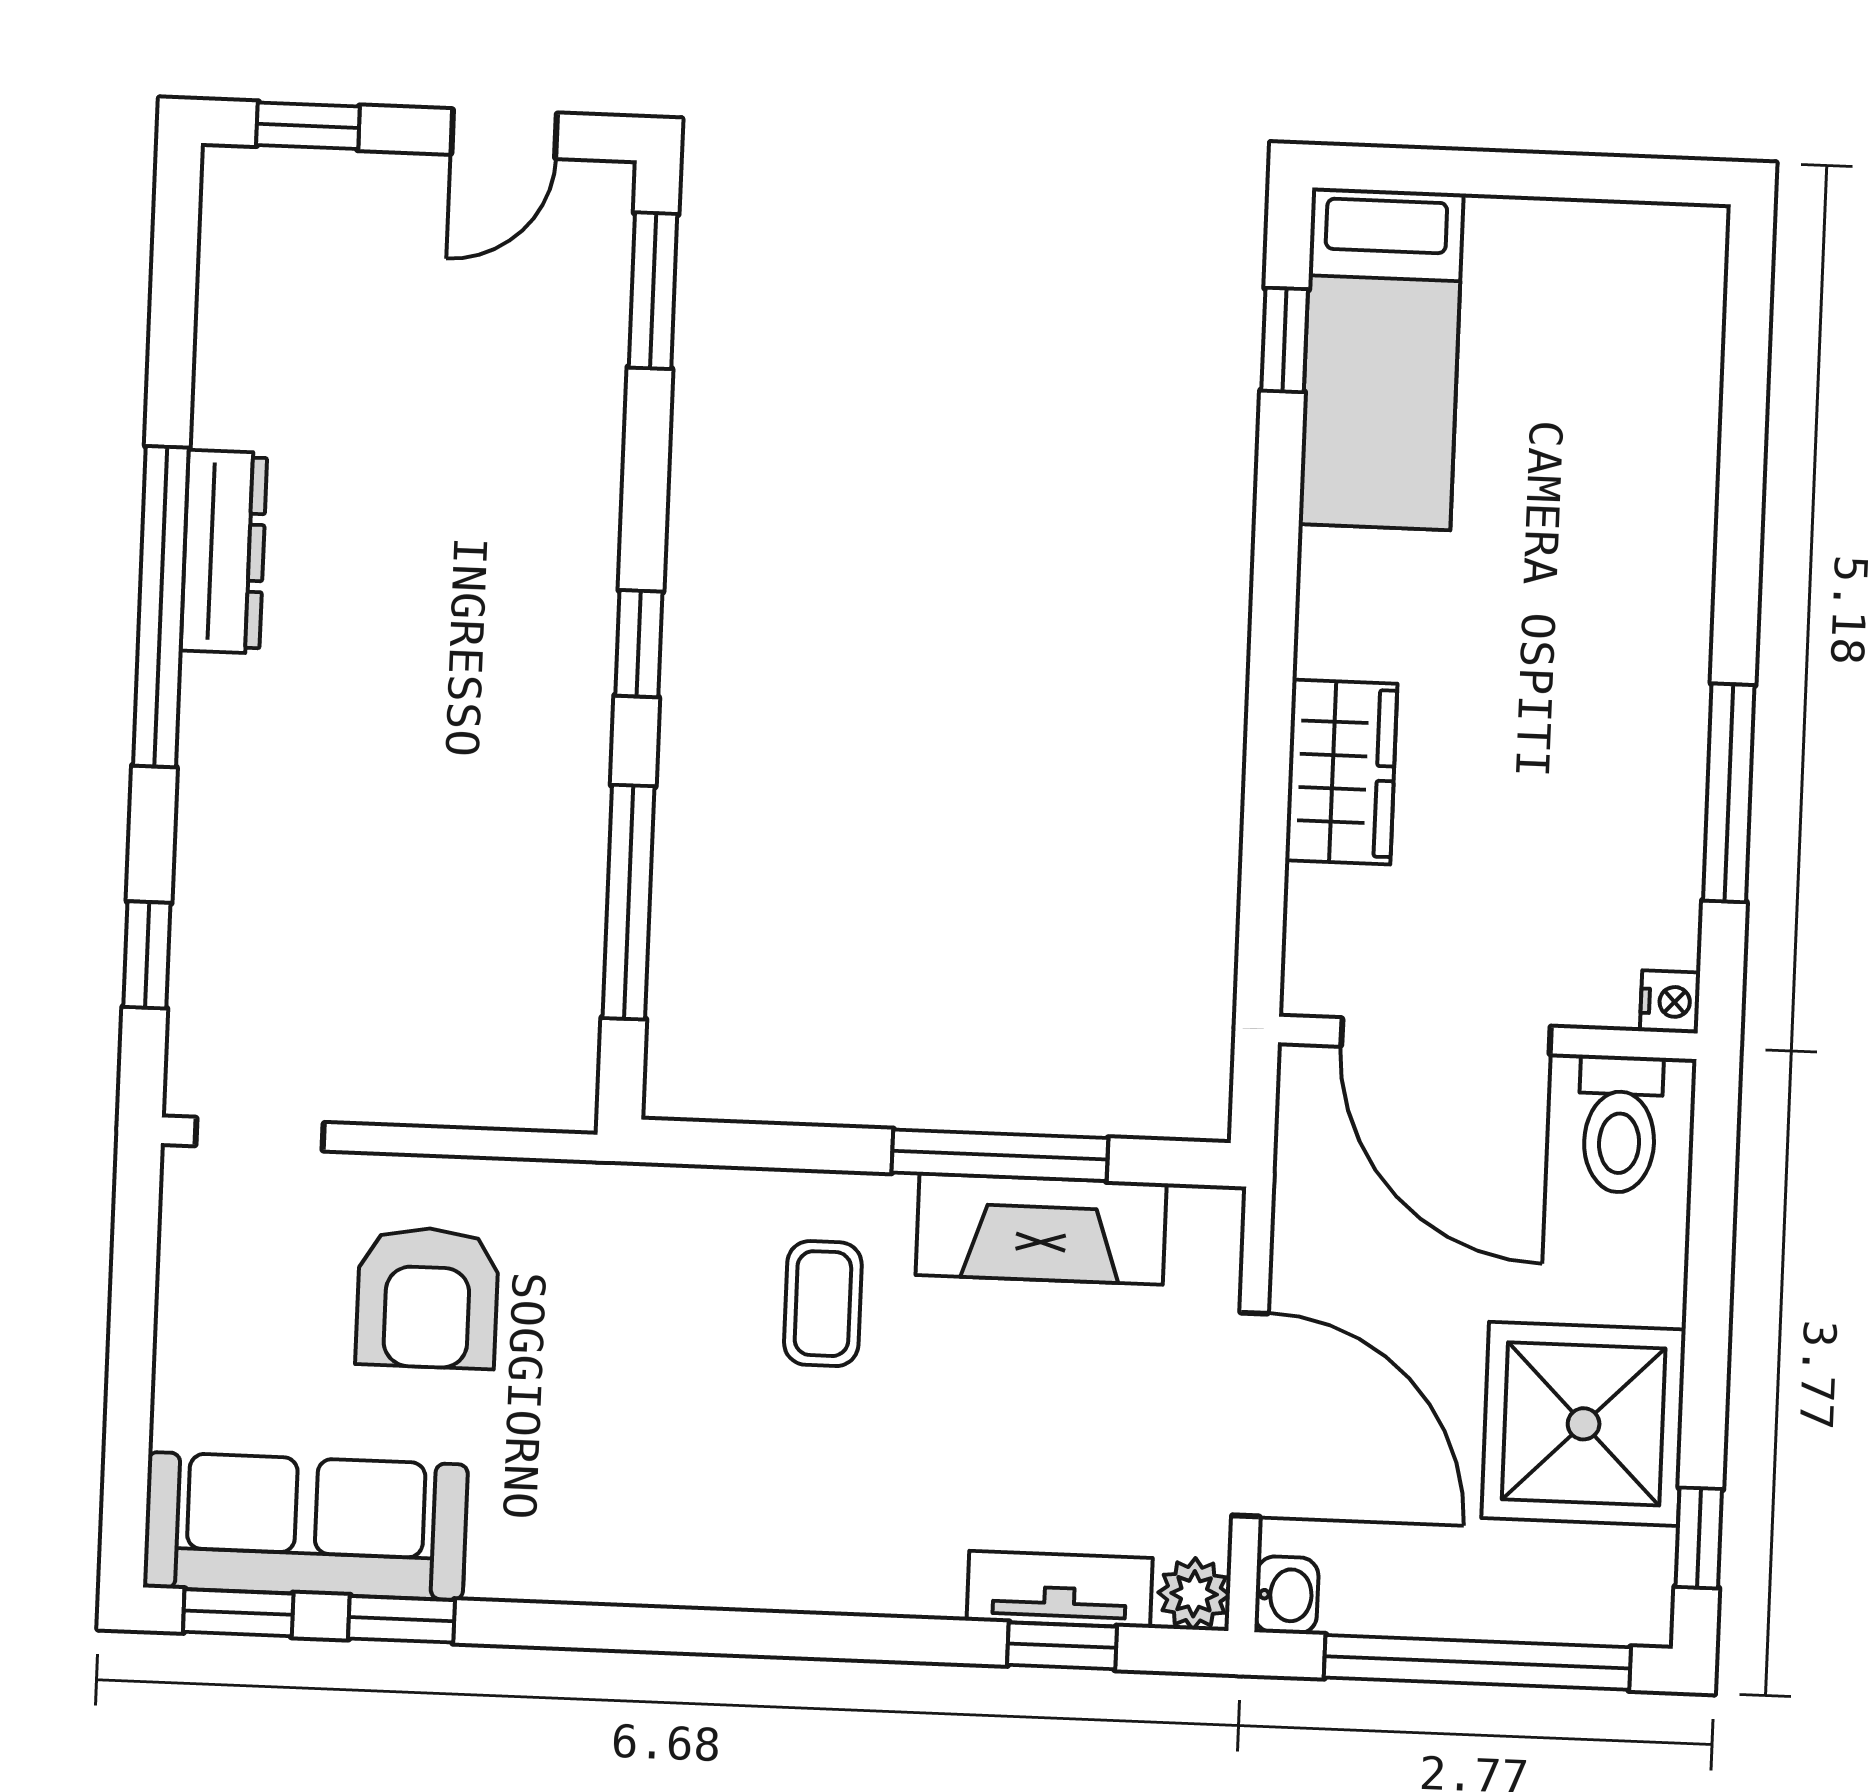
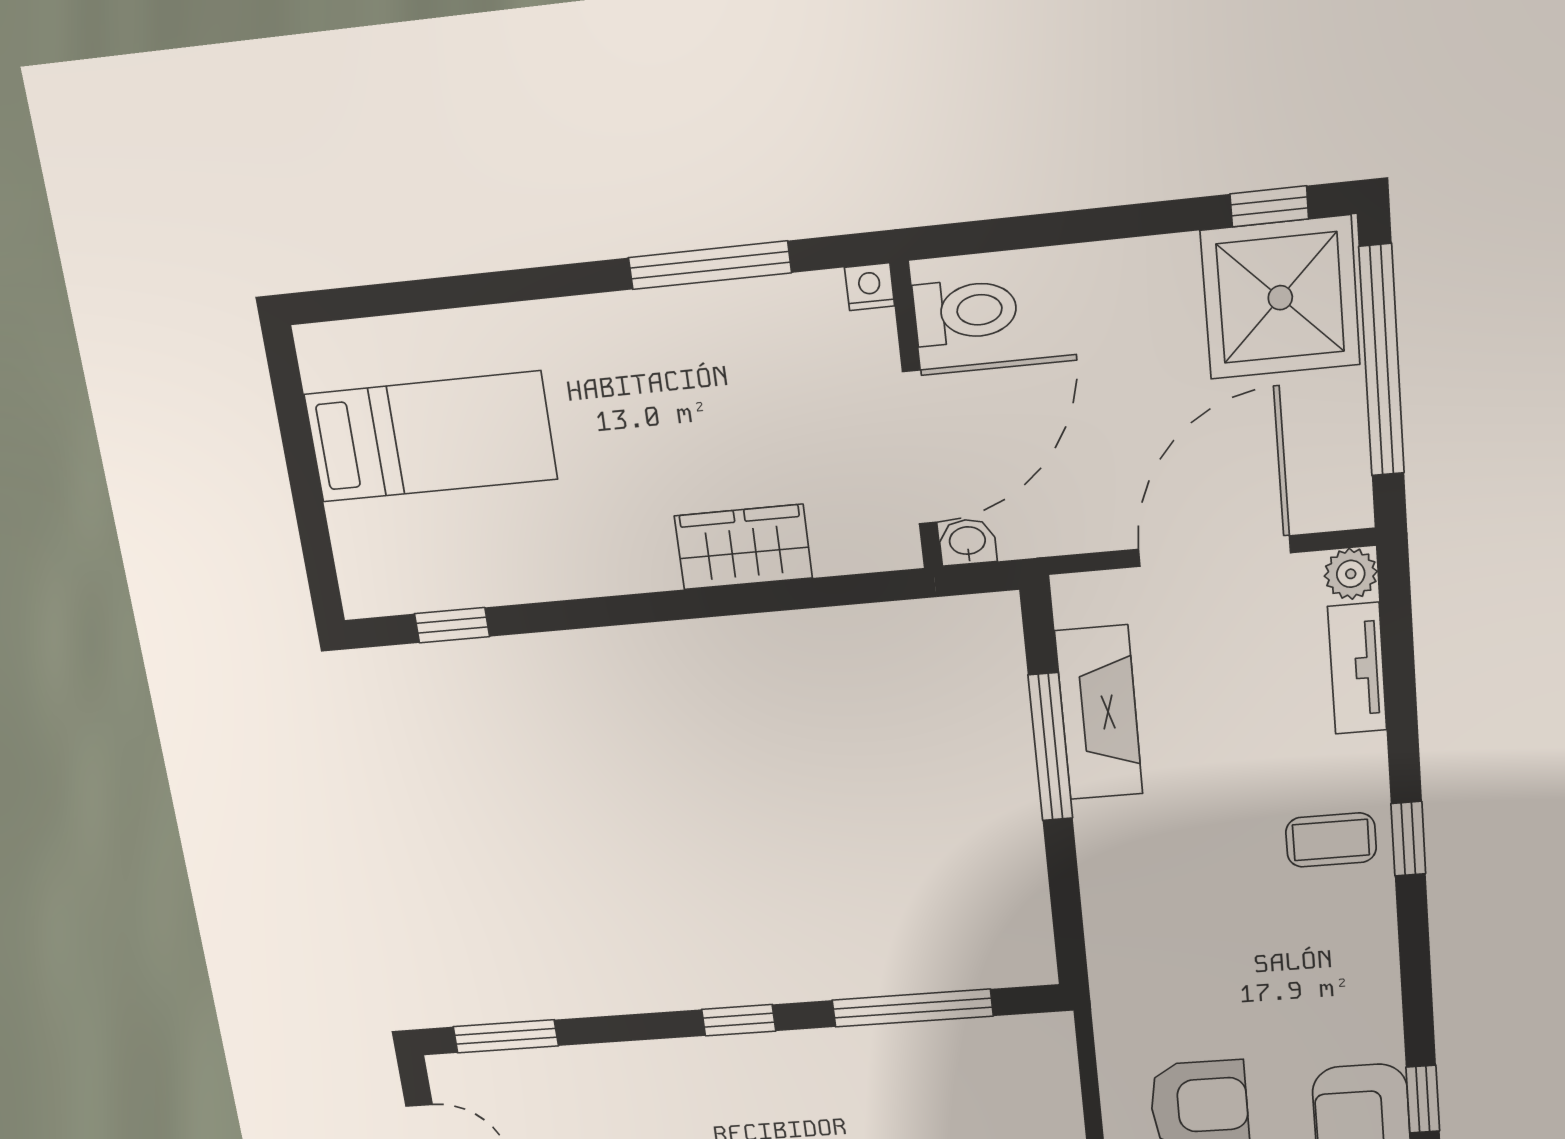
bed: (1381, 359) -> (431, 437), moved
coffee table: (823, 1304) -> (1331, 840), moved
shower: (1584, 1424) -> (1280, 298), moved
washbasin: (1287, 1595) -> (967, 542), moved
window: (1062, 1646) -> (1408, 839), moved

